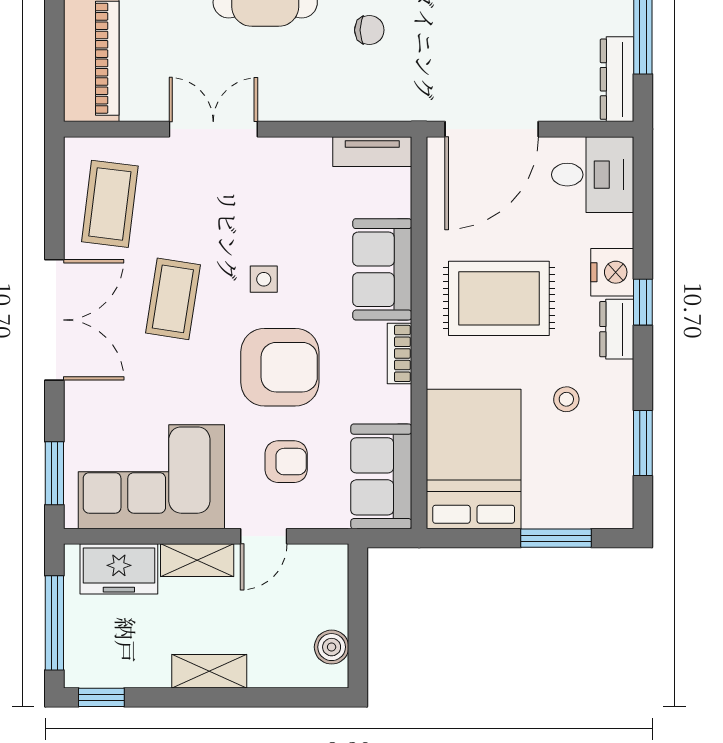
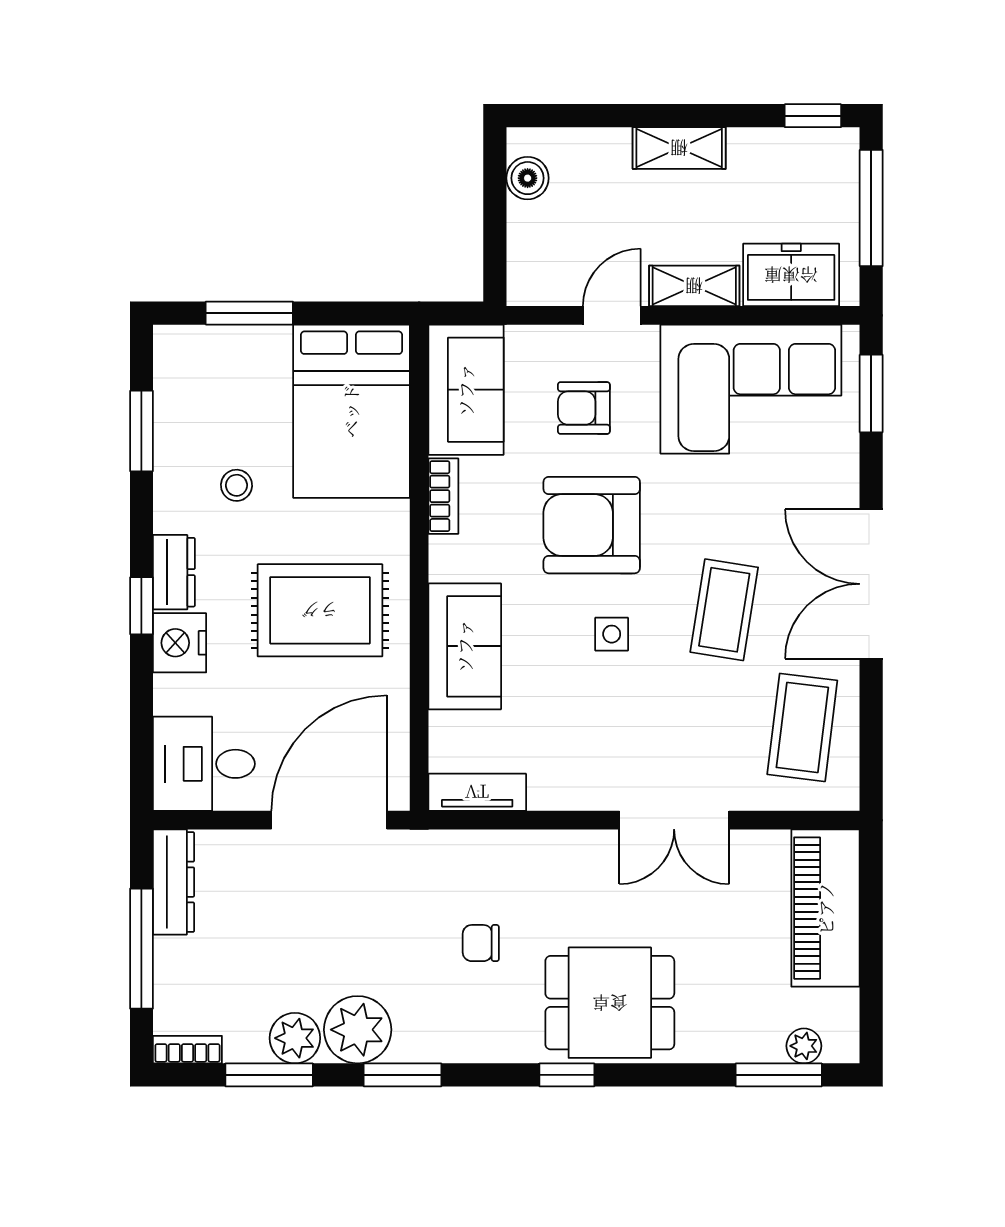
bookcase: (399, 353) -> (443, 496), moved

